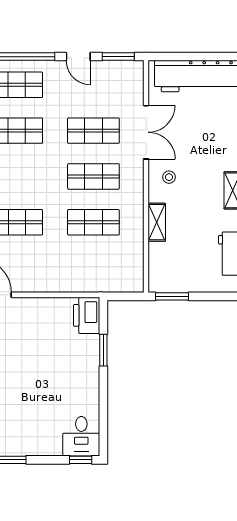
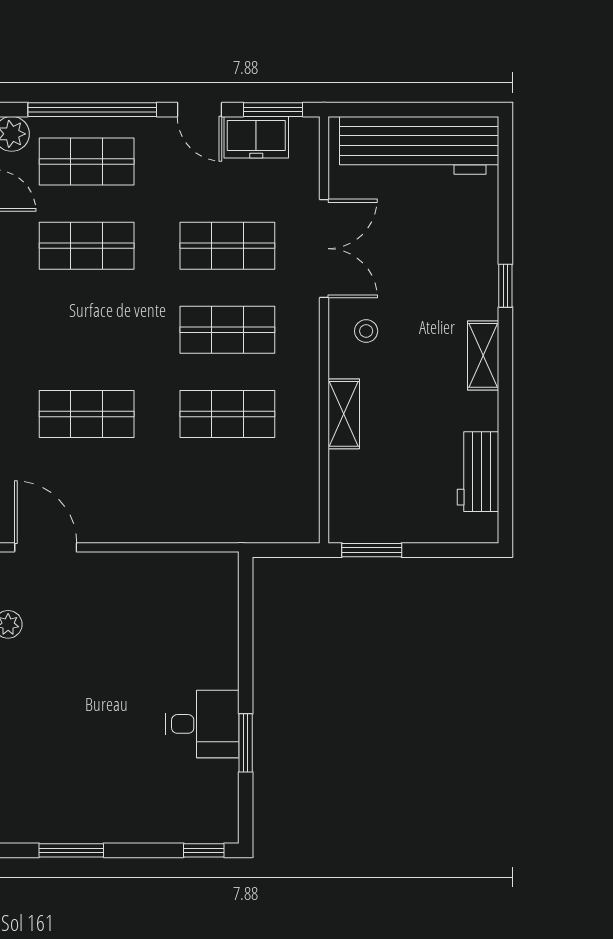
freezer: (109, 72) -> (256, 137), added
printer: (87, 315) -> (215, 585), removed
window: (103, 350) -> (246, 743), moved
desk: (81, 436) -> (202, 724), moved, turned -90

